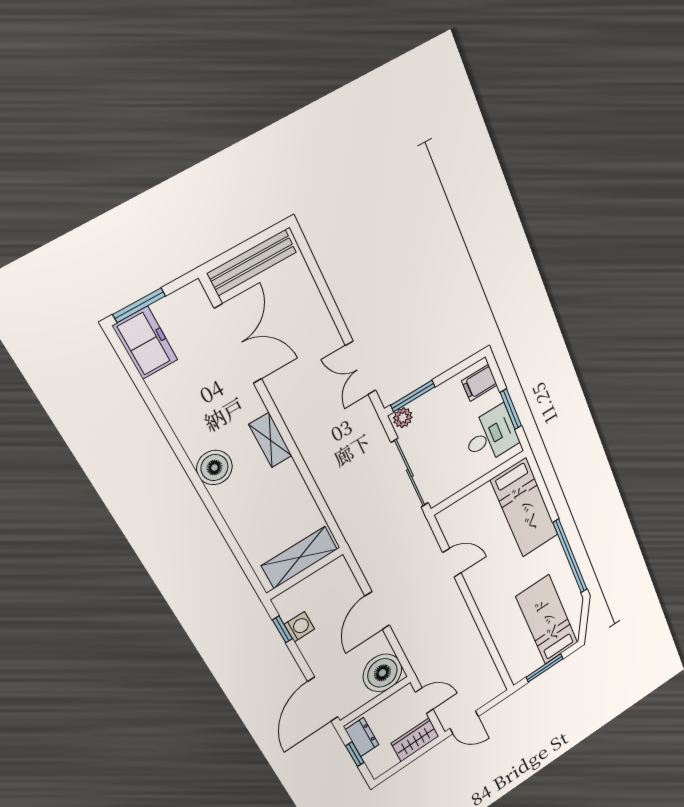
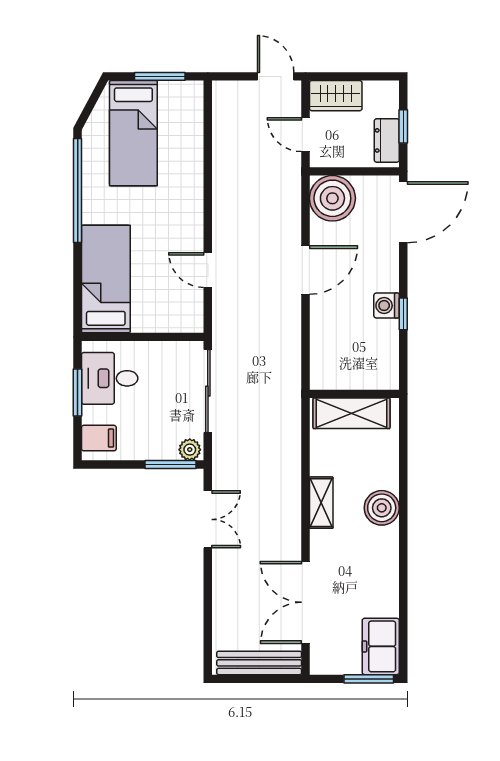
shelving: (299, 557) -> (351, 413), moved
wall: (305, 573) -> (354, 394), moved

